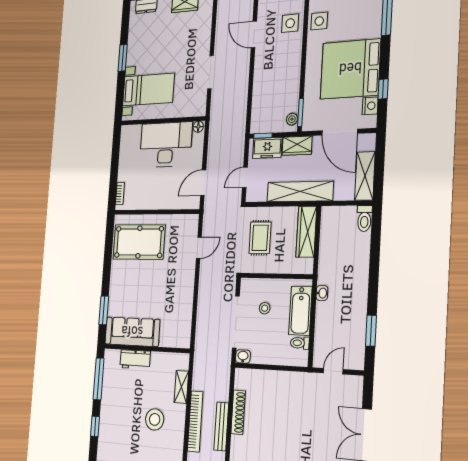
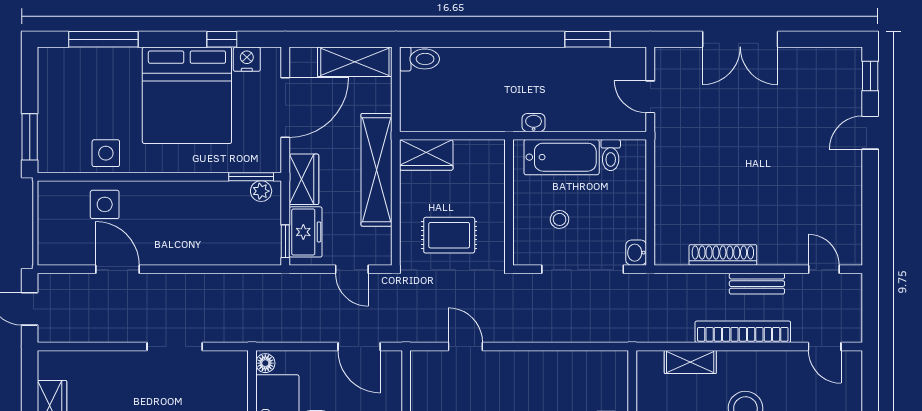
door: (254, 34) -> (118, 269), swing flipped
wardrobe: (306, 232) -> (426, 155), width x0.67
bench: (221, 426) -> (757, 284), width x0.73

